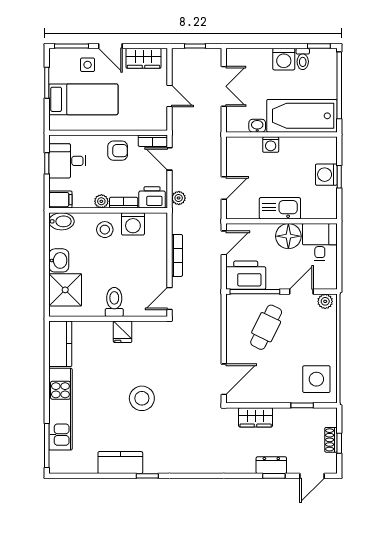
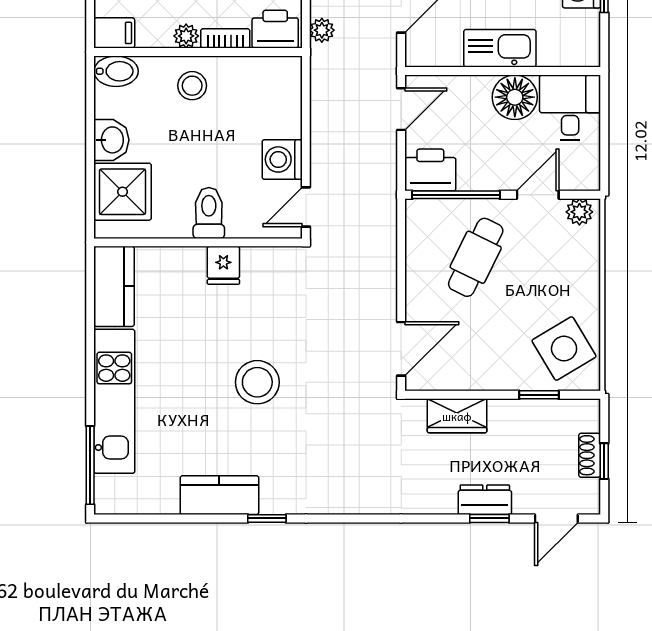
washing machine: (133, 224) -> (282, 159), moved, turned 90
bookcase: (177, 255) -> (319, 131), removed
printer: (246, 275) -> (430, 170), width x0.73, depth x0.84
side table: (316, 379) -> (564, 349), turned -31

